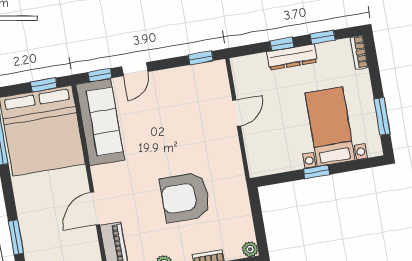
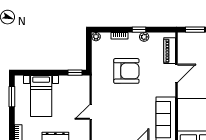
window: (316, 172) -> (75, 73), moved

